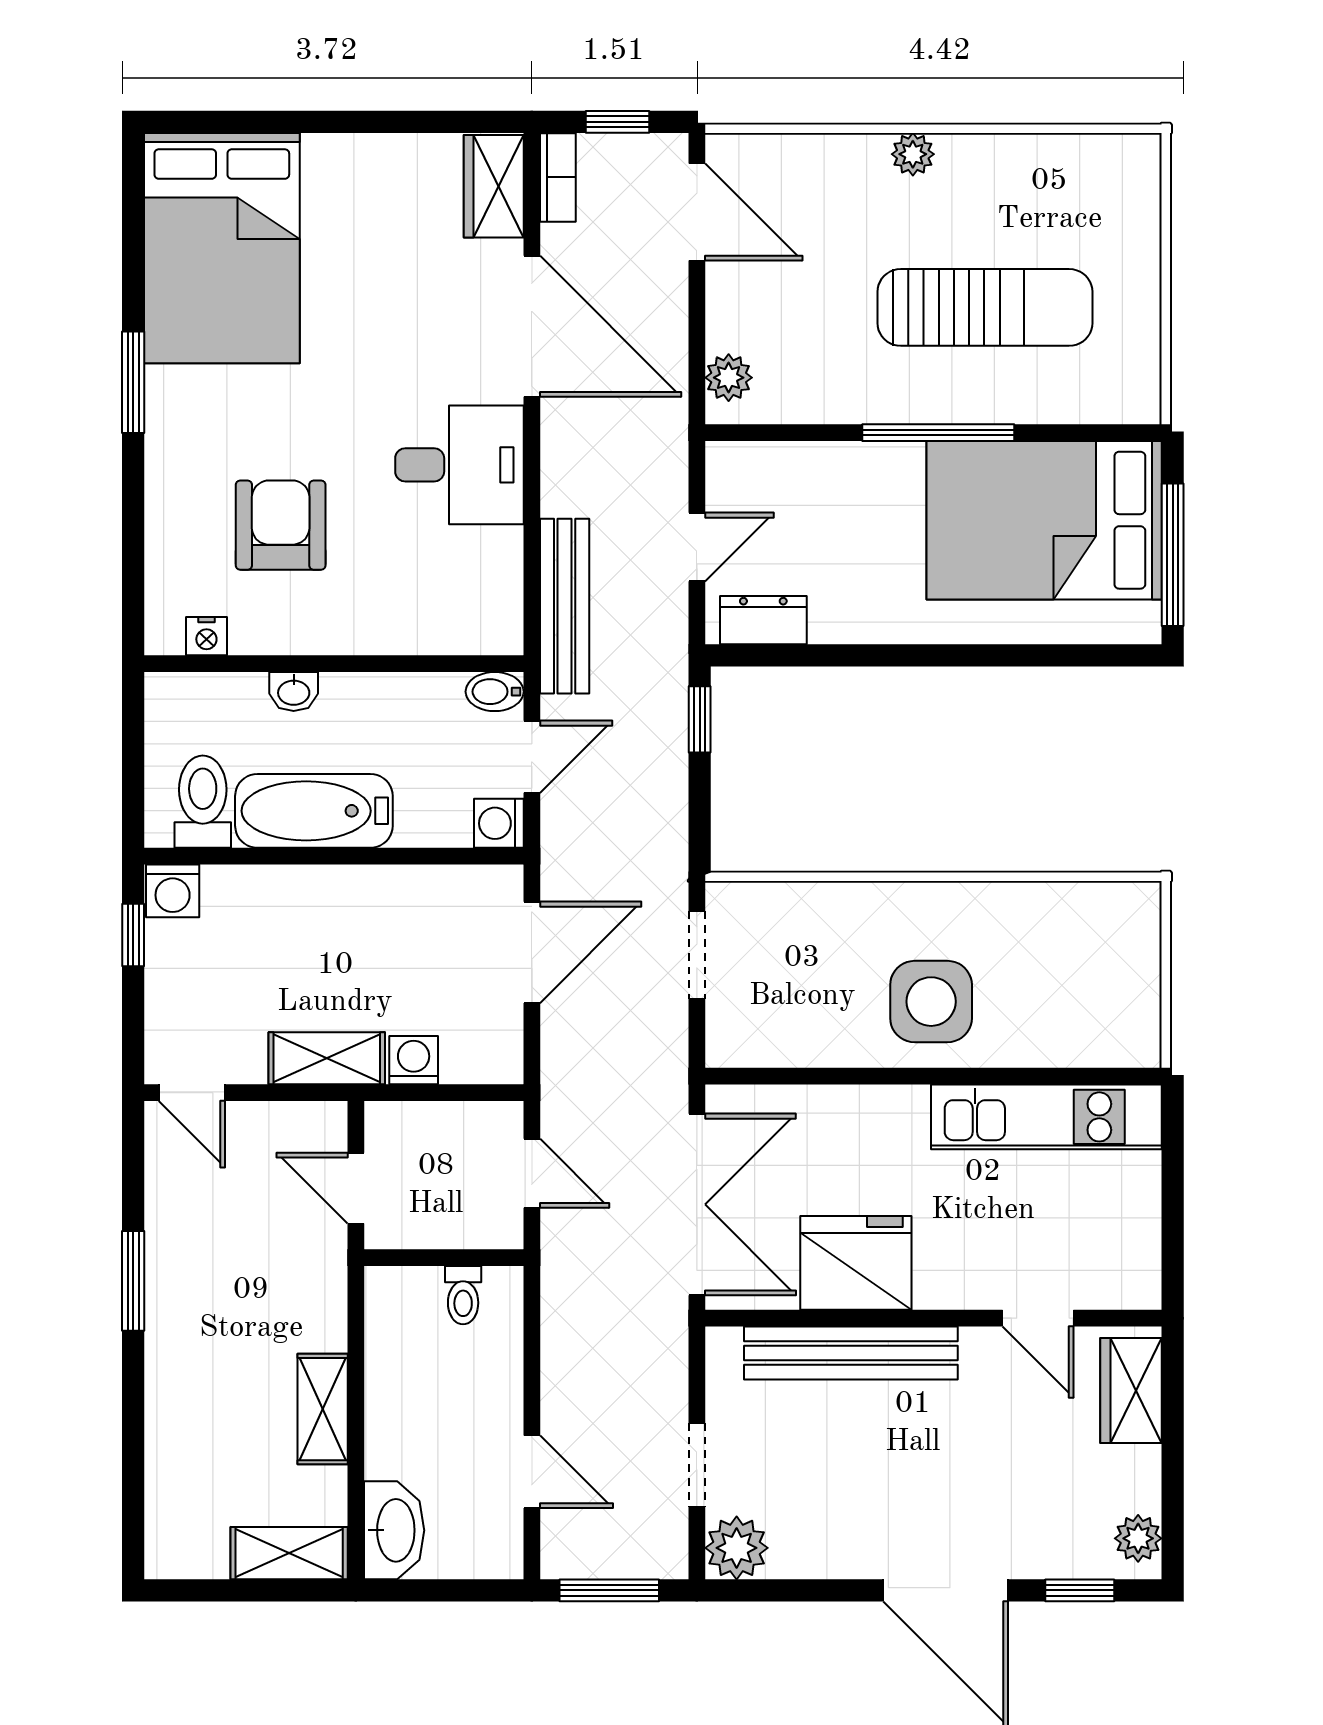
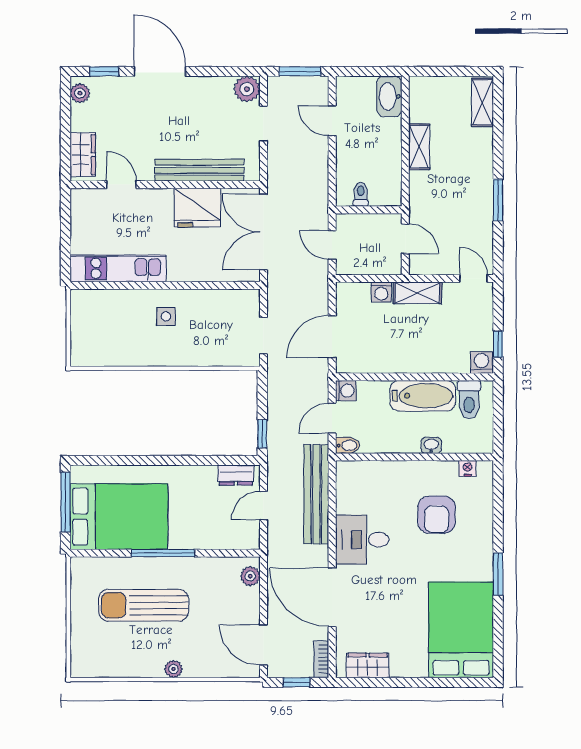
wardrobe: (494, 186) -> (368, 665), moved, turned -90
bench: (565, 606) -> (316, 494), width x1.37, depth x1.21
side table: (931, 1002) -> (166, 316), width x0.54, depth x0.54
shelving: (289, 1553) -> (482, 102), moved, turned 90

